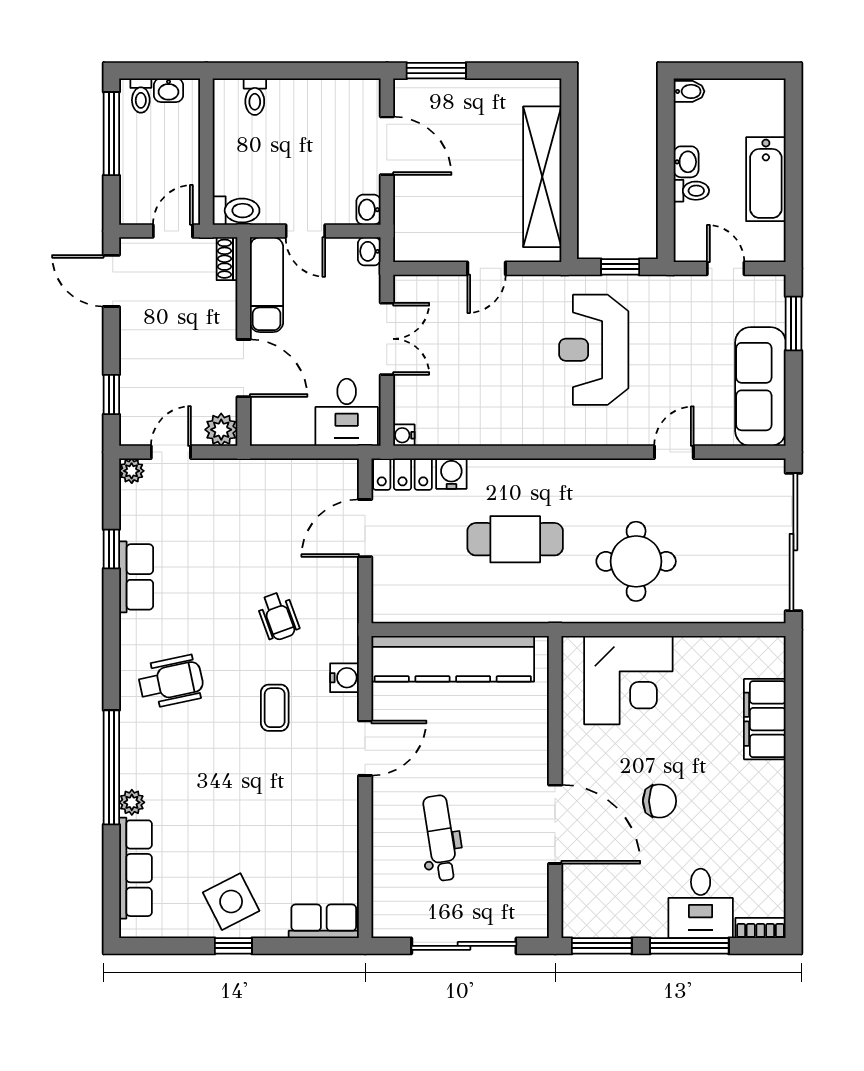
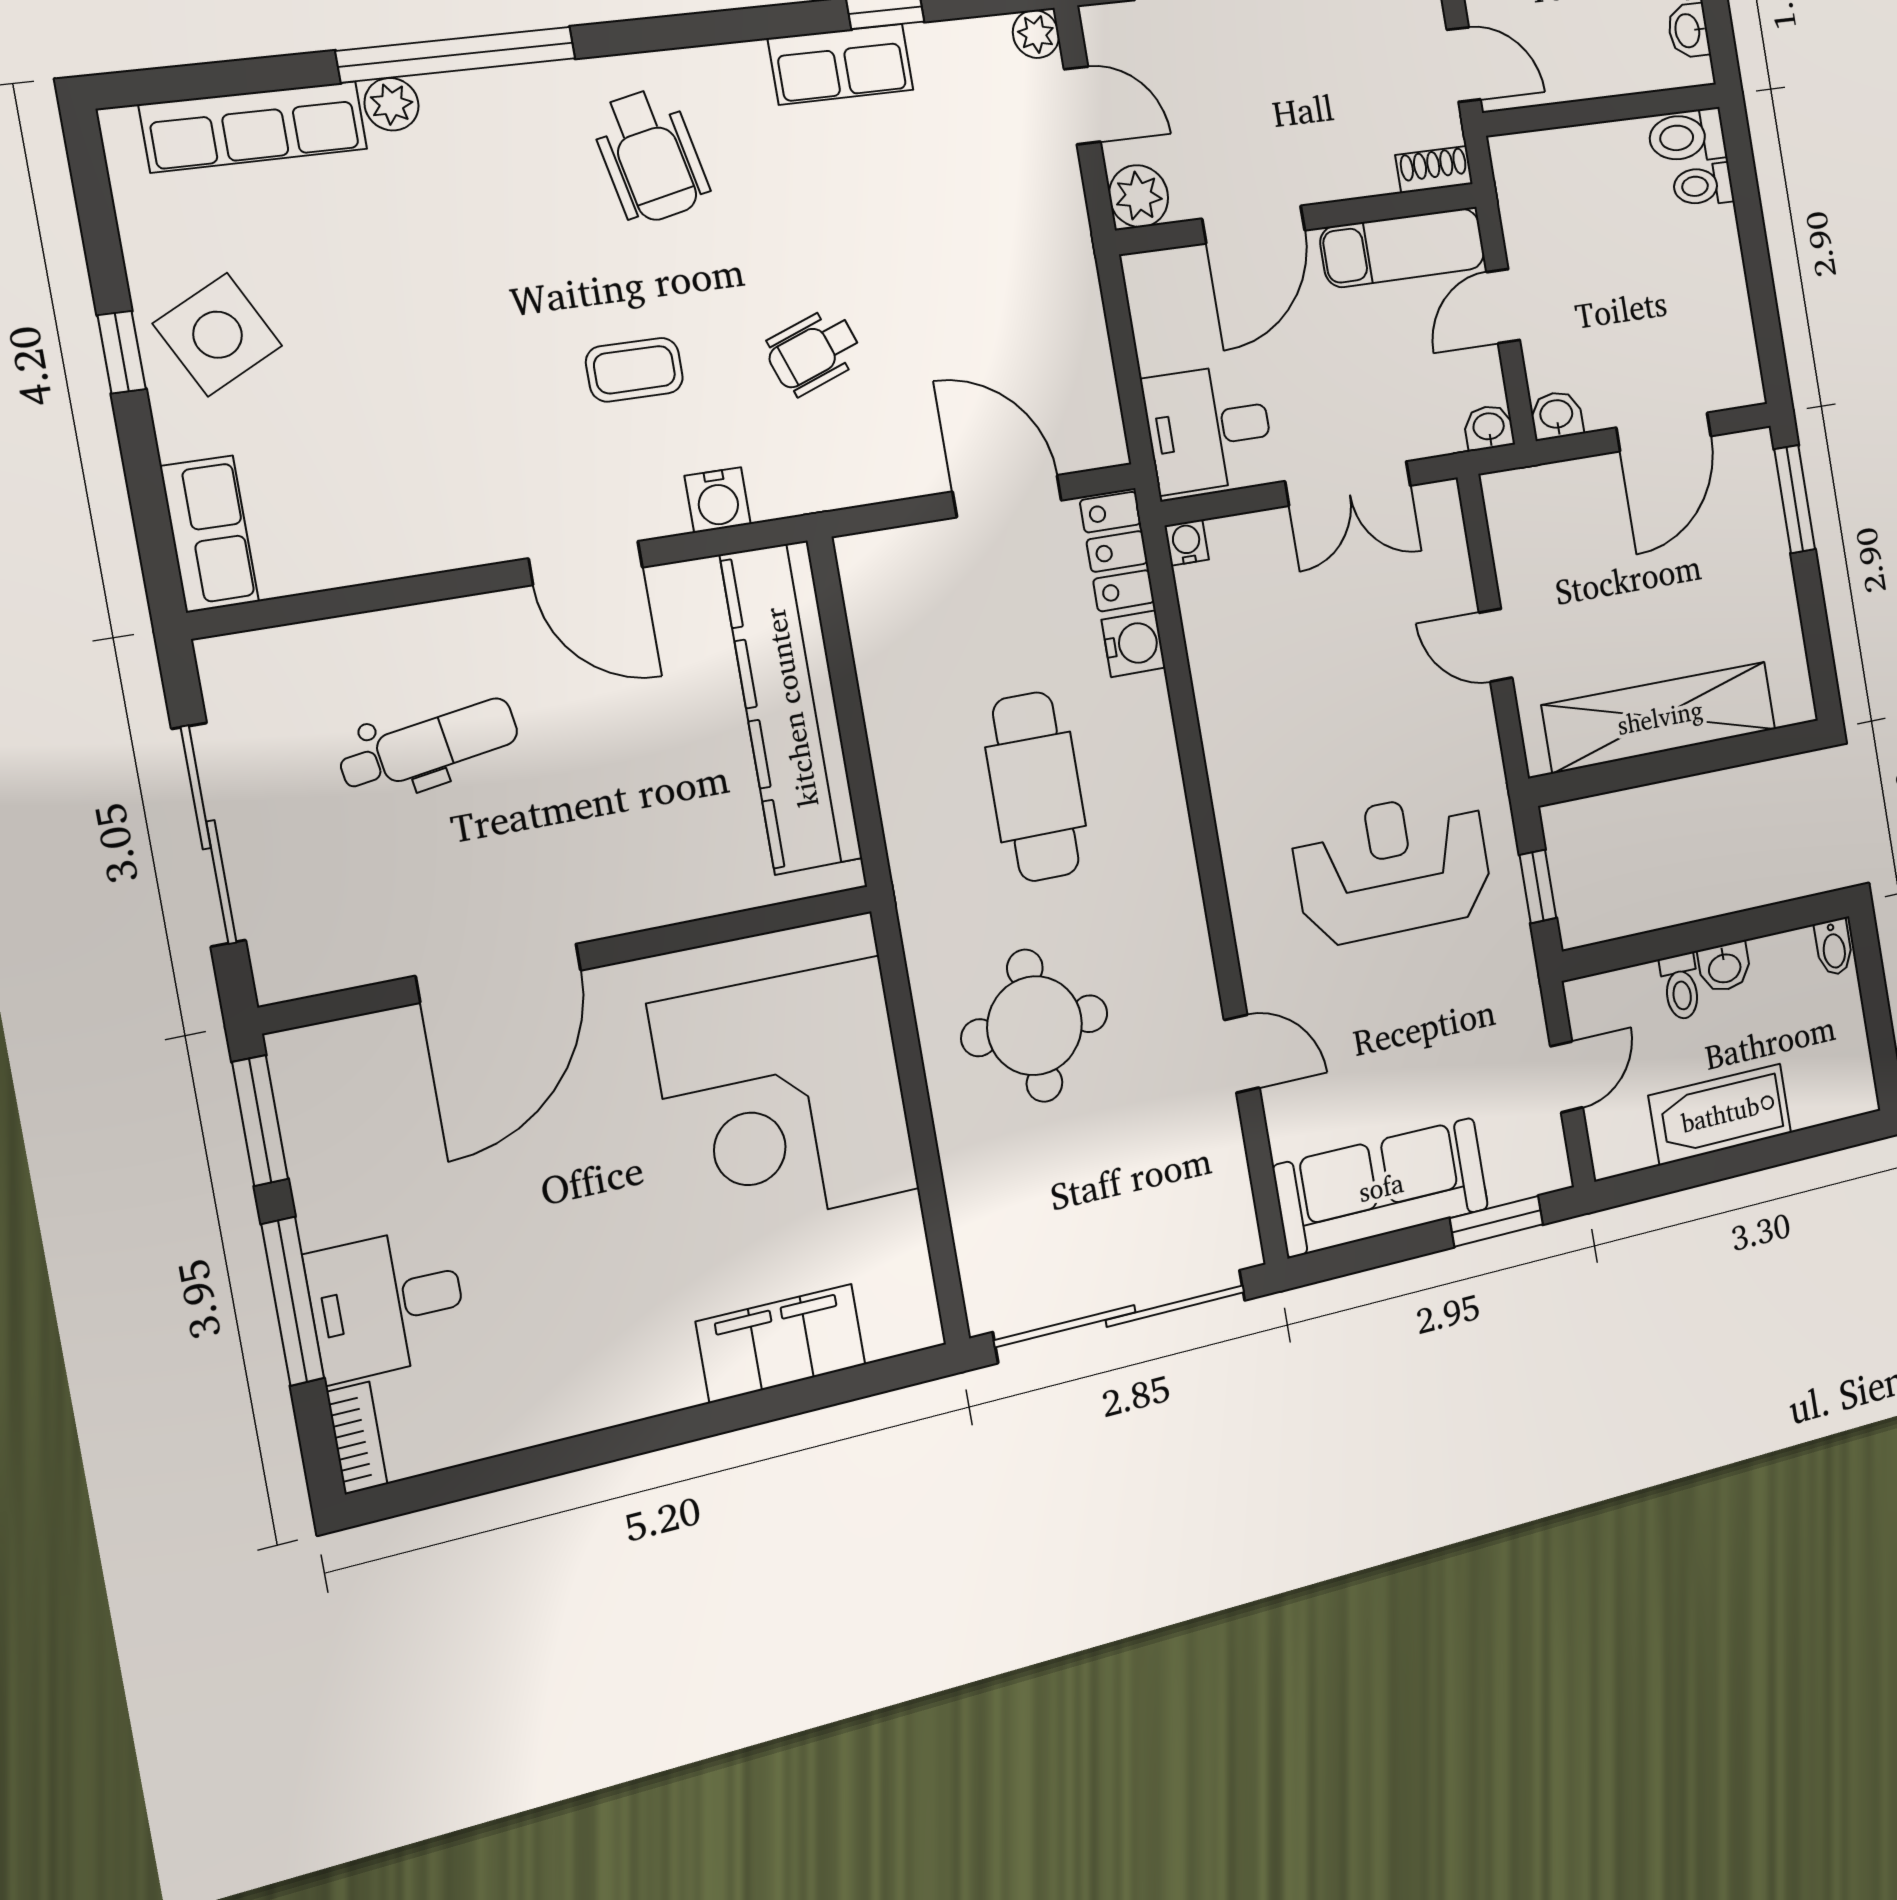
toilet: (236, 211) -> (1687, 137), moved, turned 90
corner desk: (628, 680) -> (784, 1097), width x1.36, depth x1.36
chair: (659, 801) -> (583, 1173), removed

